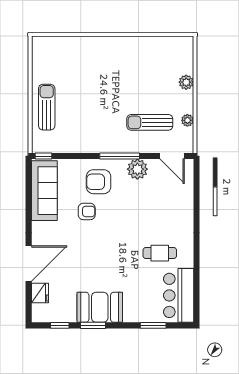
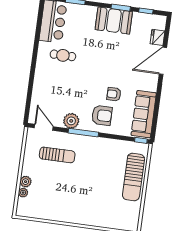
sun lounger: (47, 107) -> (133, 177), width x1.36, depth x1.34
plant: (187, 120) -> (23, 193), moved

